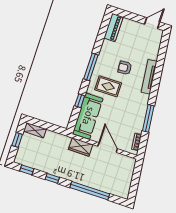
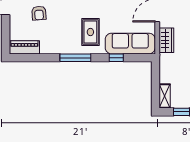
armchair: (125, 68) -> (39, 13), moved

